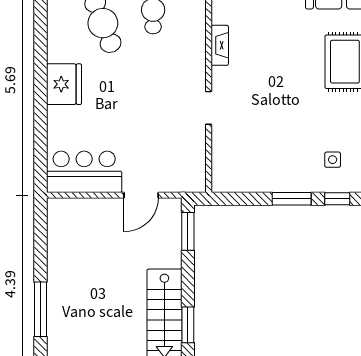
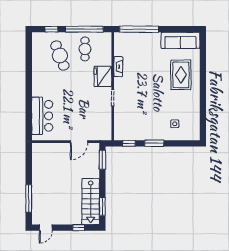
fridge: (64, 84) -> (103, 76), moved, turned 180
bar counter: (84, 172) -> (42, 116), moved, turned 90
window: (337, 199) -> (129, 143), moved

